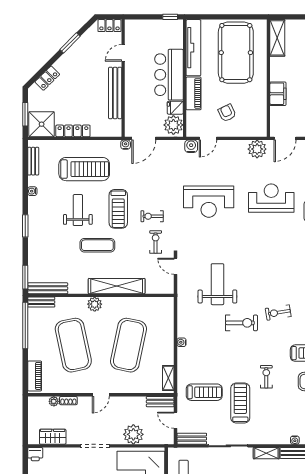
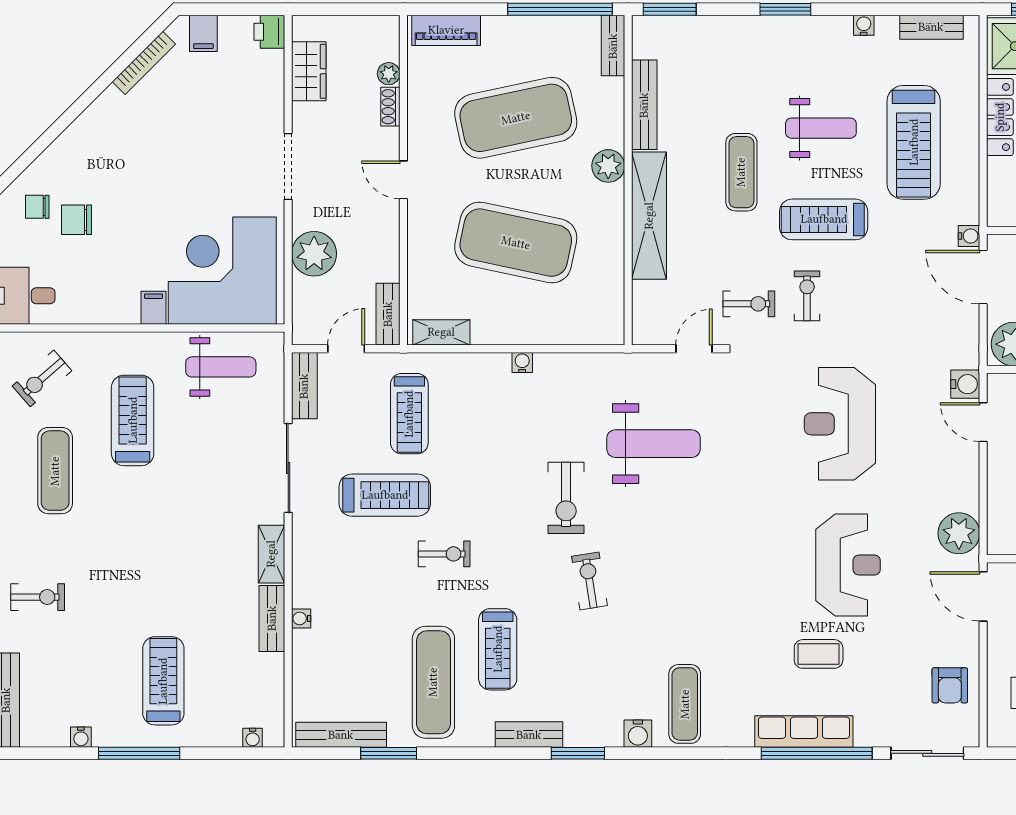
bench: (48, 288) -> (644, 105), moved

